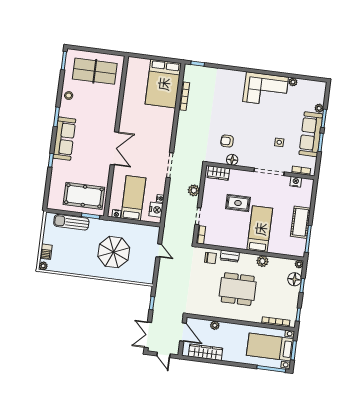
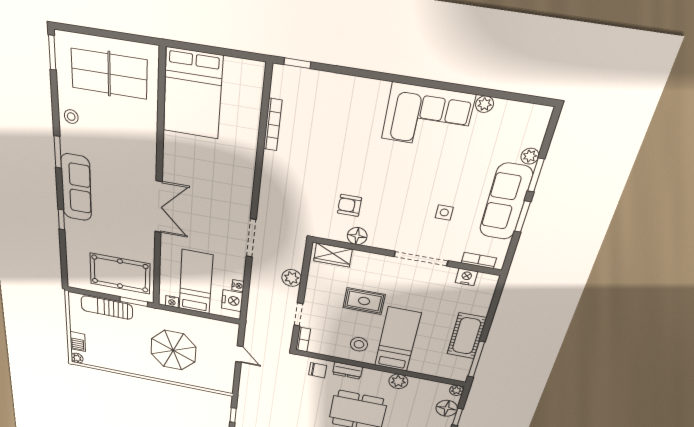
bed: (163, 84) -> (193, 94), moved
stool: (236, 235) -> (359, 344), added

